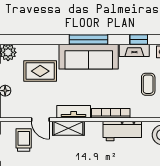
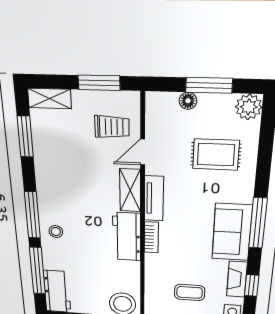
sofa: (89, 57) -> (232, 232), width x0.73
rug: (40, 71) -> (216, 155), turned 90
bookcase: (111, 113) -> (151, 237), width x0.64
workbench: (122, 131) -> (127, 237), moved

